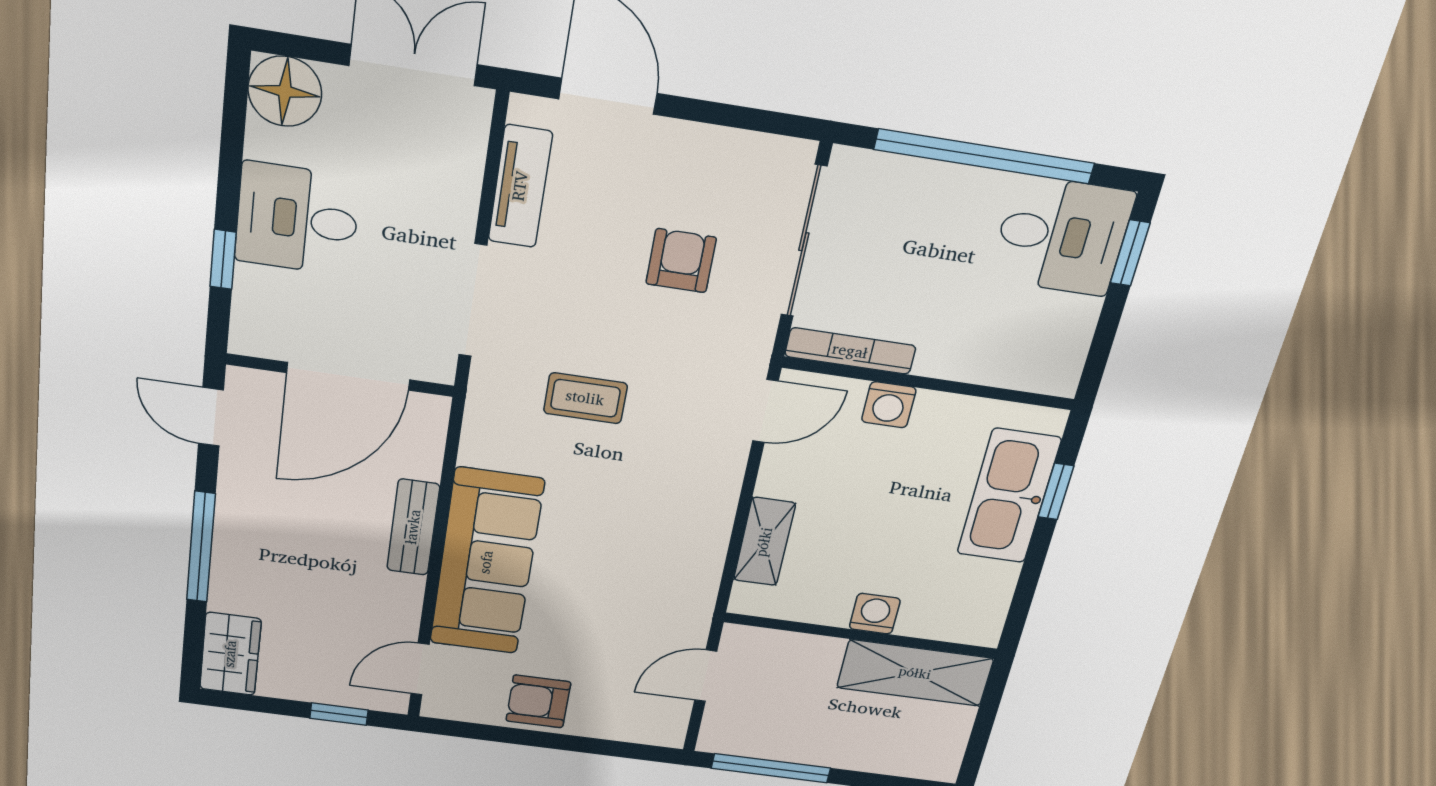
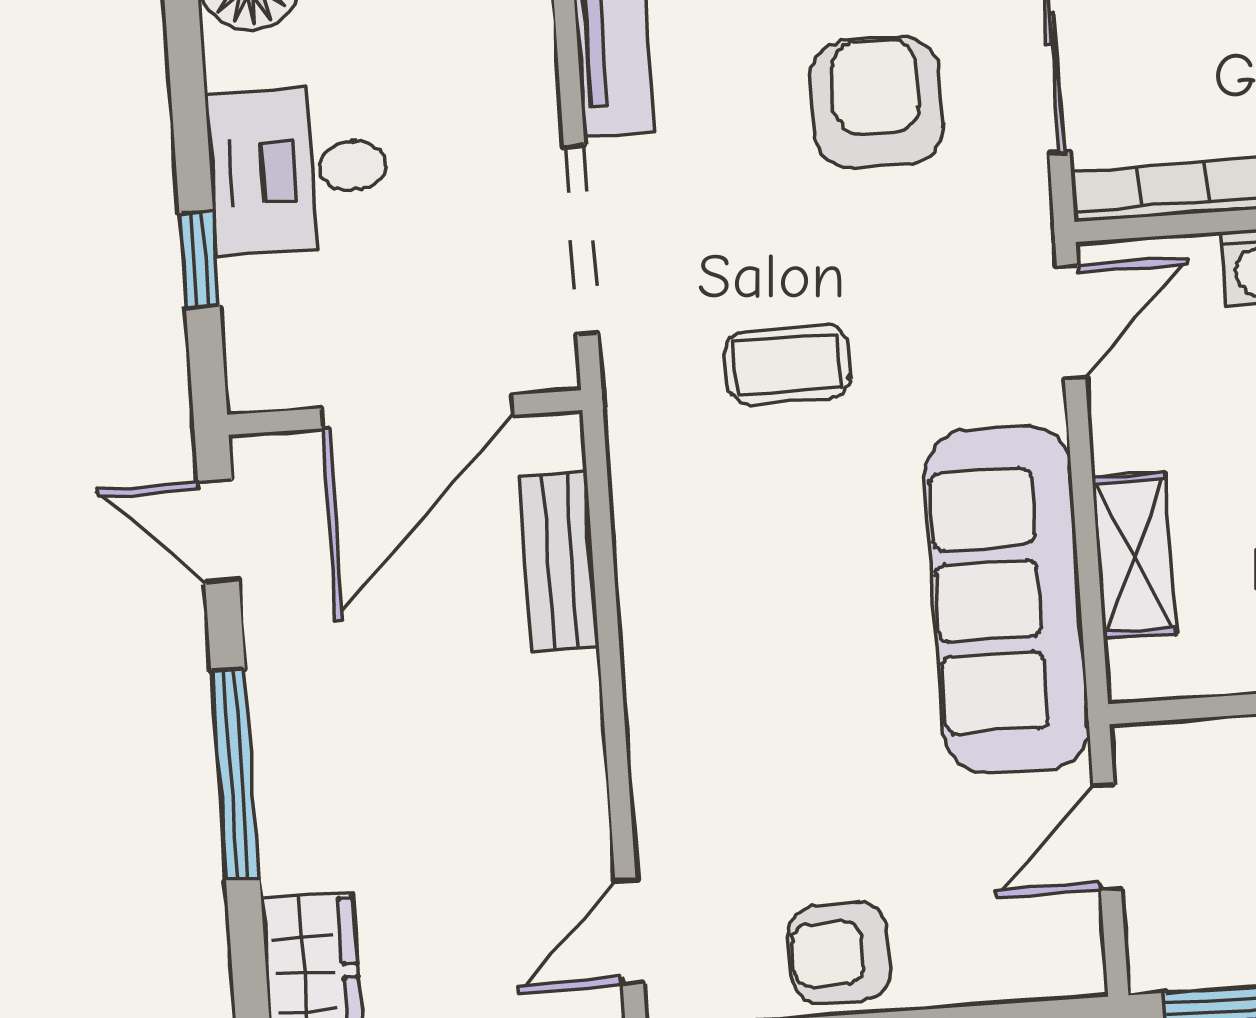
armchair: (681, 261) -> (876, 102), width x1.38, depth x1.38
bench: (413, 527) -> (560, 562), moved
sofa: (486, 562) -> (1007, 599), moved, turned 180

